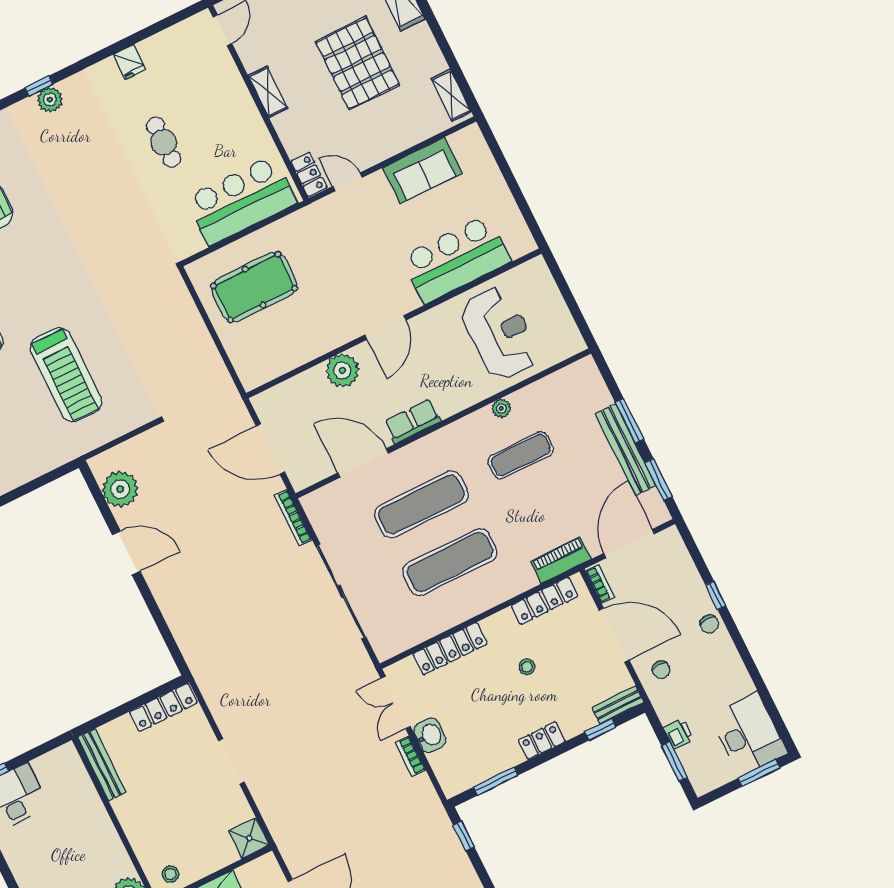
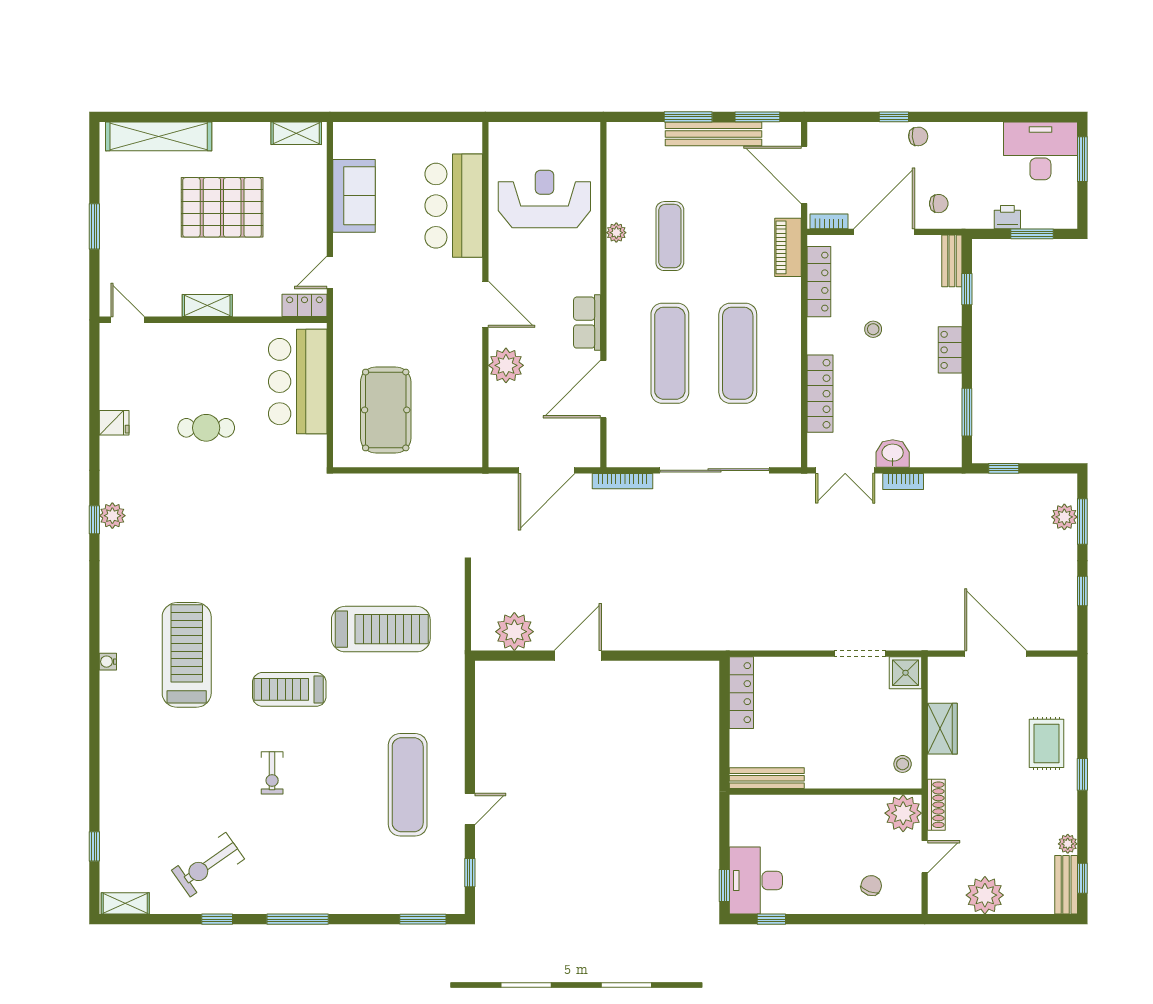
doorway: (231, 761) -> (860, 654), moved

